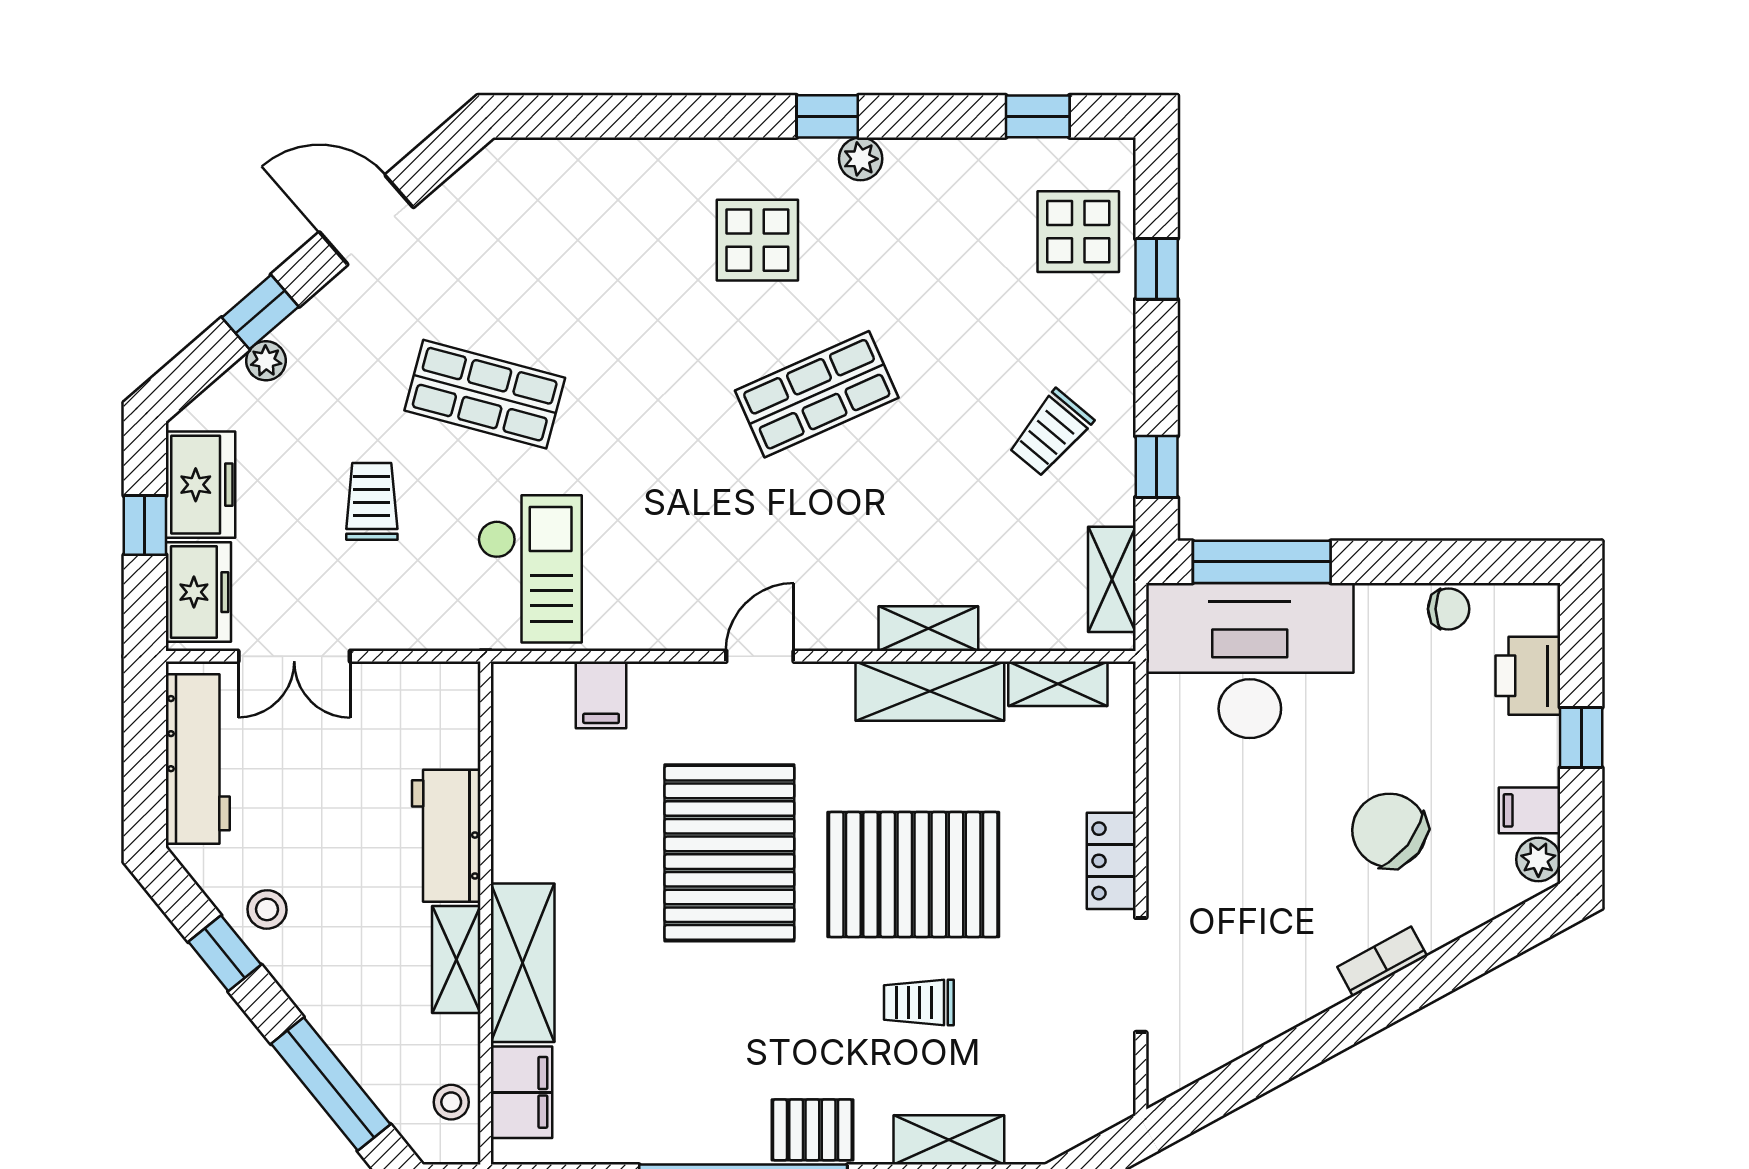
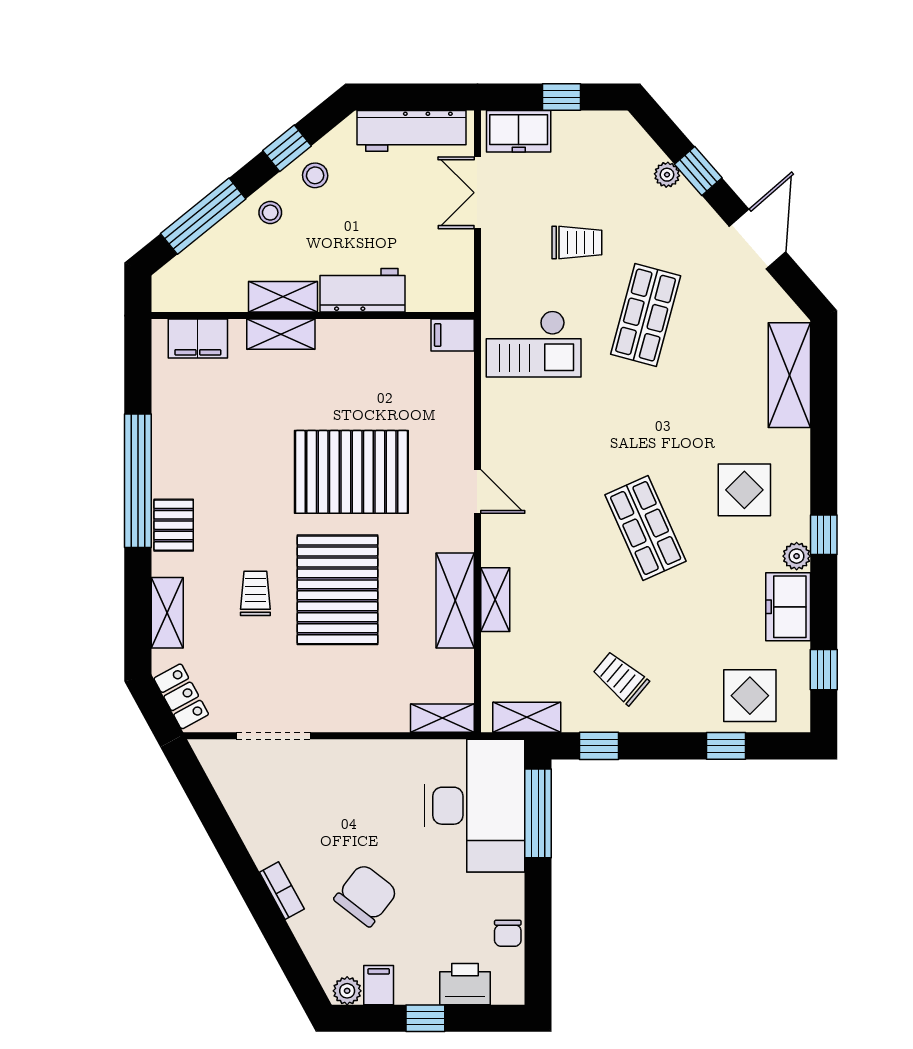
shelving: (578, 170) -> (789, 375), added
freezer: (201, 485) -> (788, 607), moved, turned 90
shelving: (1058, 684) -> (442, 718), moved, turned 90
filing cabinet: (601, 695) -> (453, 335), moved
locker: (1111, 861) -> (181, 696), moved, turned 61
shelving: (523, 963) -> (281, 334), width x0.67, depth x0.75
stool: (451, 1102) -> (270, 213), moved

